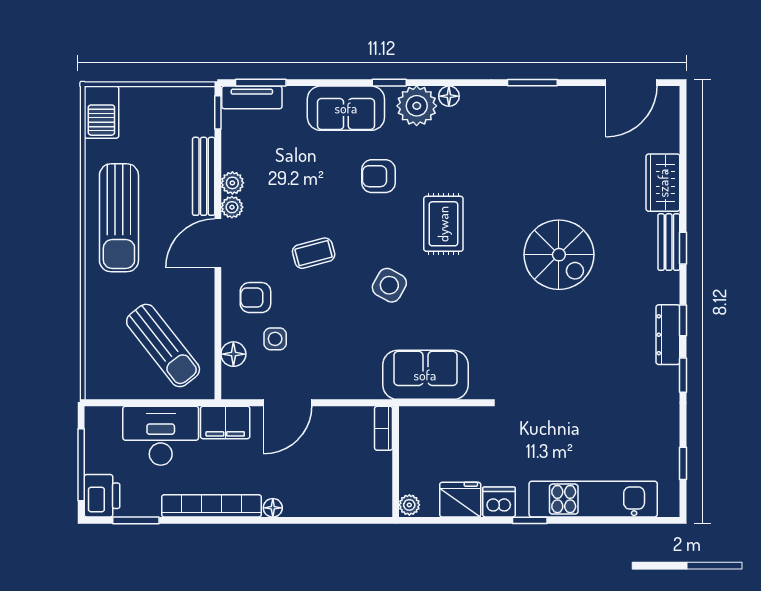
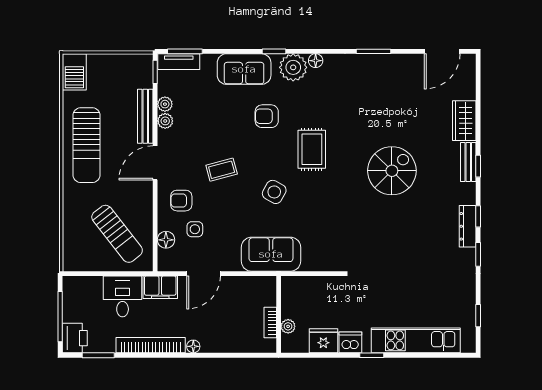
plant: (232, 207) -> (165, 104), moved
spiral stairs: (559, 255) -> (392, 171), turned -90
sofa: (425, 375) -> (271, 254), moved
bookcase: (384, 428) -> (270, 323), moved
desk: (161, 436) -> (123, 296), width x0.73
plant: (409, 505) -> (288, 326), moved

